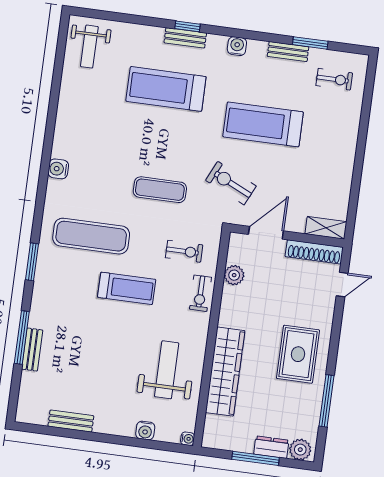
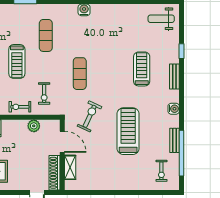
window: (187, 26) -> (182, 51), moved
window: (310, 43) -> (182, 153), width x2.11
treadmill: (166, 89) -> (142, 69), width x0.73, depth x0.73
shelving: (326, 228) -> (70, 167), moved
exercise mat: (91, 236) -> (46, 35), width x0.73, depth x0.69

